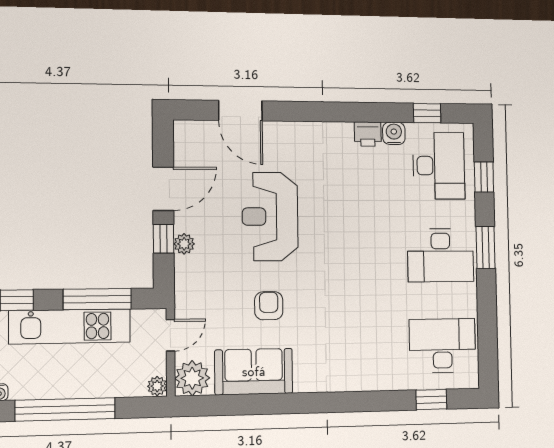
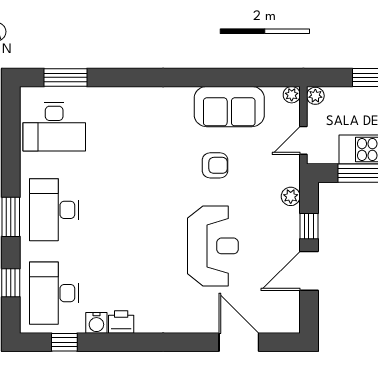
plant: (184, 244) -> (291, 196), moved
desk: (441, 255) -> (54, 210), turned -90
armchair: (269, 306) -> (215, 165), turned -90
plant: (192, 378) -> (292, 95), width x0.53, depth x0.53
window: (431, 400) -> (66, 77), width x1.50

